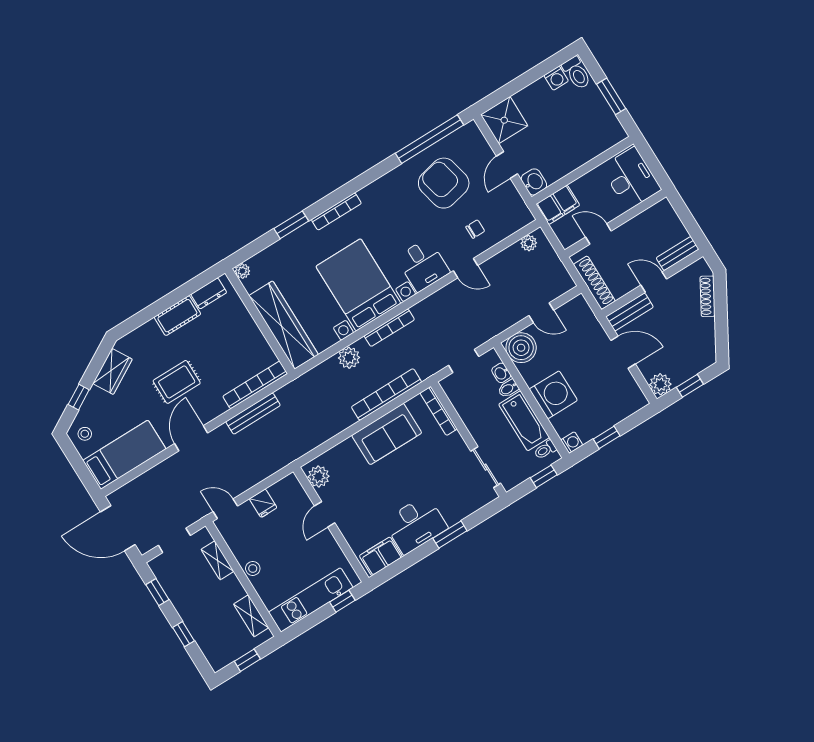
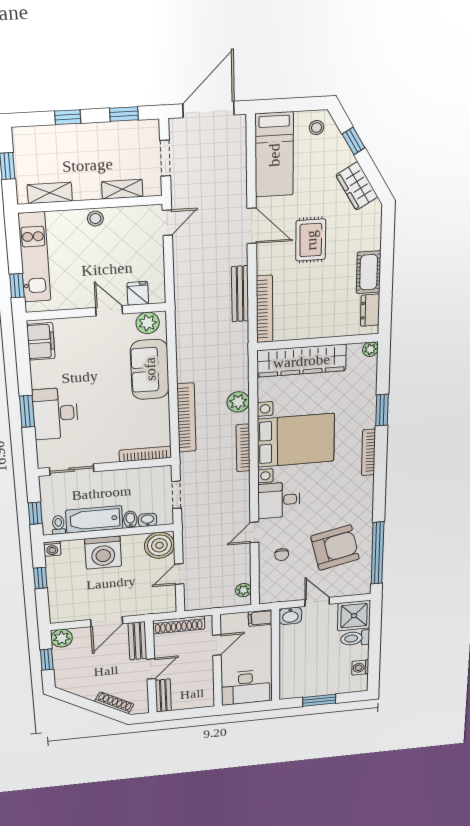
toilet: (577, 73) -> (355, 638), moved
filing cabinet: (558, 205) -> (260, 618), width x0.50
sofa: (387, 434) -> (150, 369), moved
fridge: (263, 503) -> (138, 293), moved, turned 90
desk: (415, 525) -> (55, 413), moved

